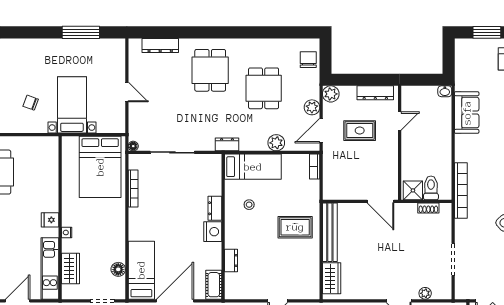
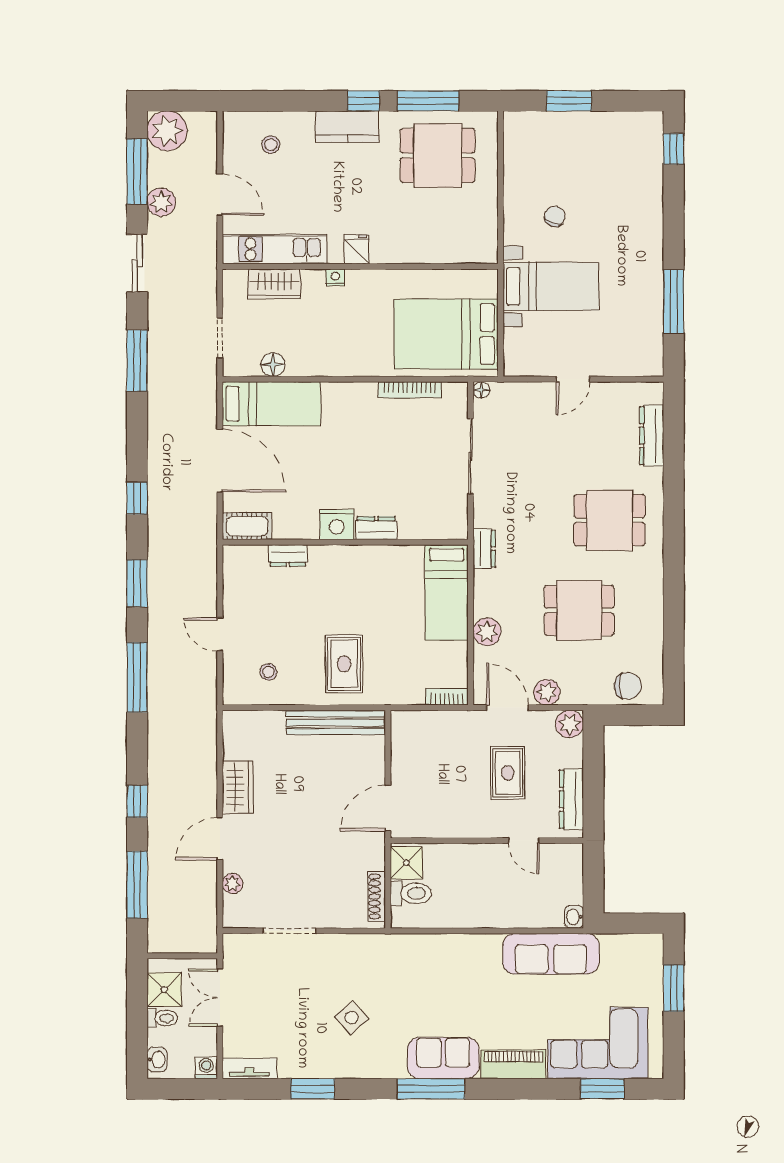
sofa: (467, 113) -> (551, 954), width x1.36
bookcase: (461, 190) -> (406, 944), removed
stool: (249, 205) -> (268, 672), moved
shoe rack: (428, 208) -> (377, 897), width x1.43
wardrobe: (332, 278) -> (238, 787), moved, turned -90

